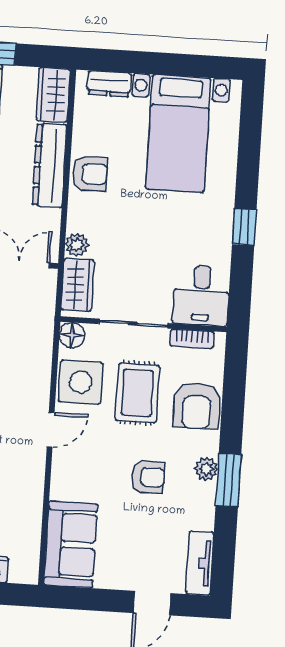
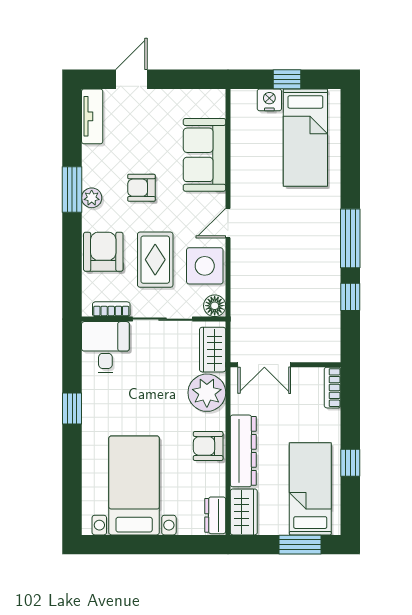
dresser: (109, 84) -> (215, 515), moved, turned -90
plant: (77, 245) -> (207, 393), width x1.88, depth x1.88
sofa: (71, 545) -> (204, 155), moved

